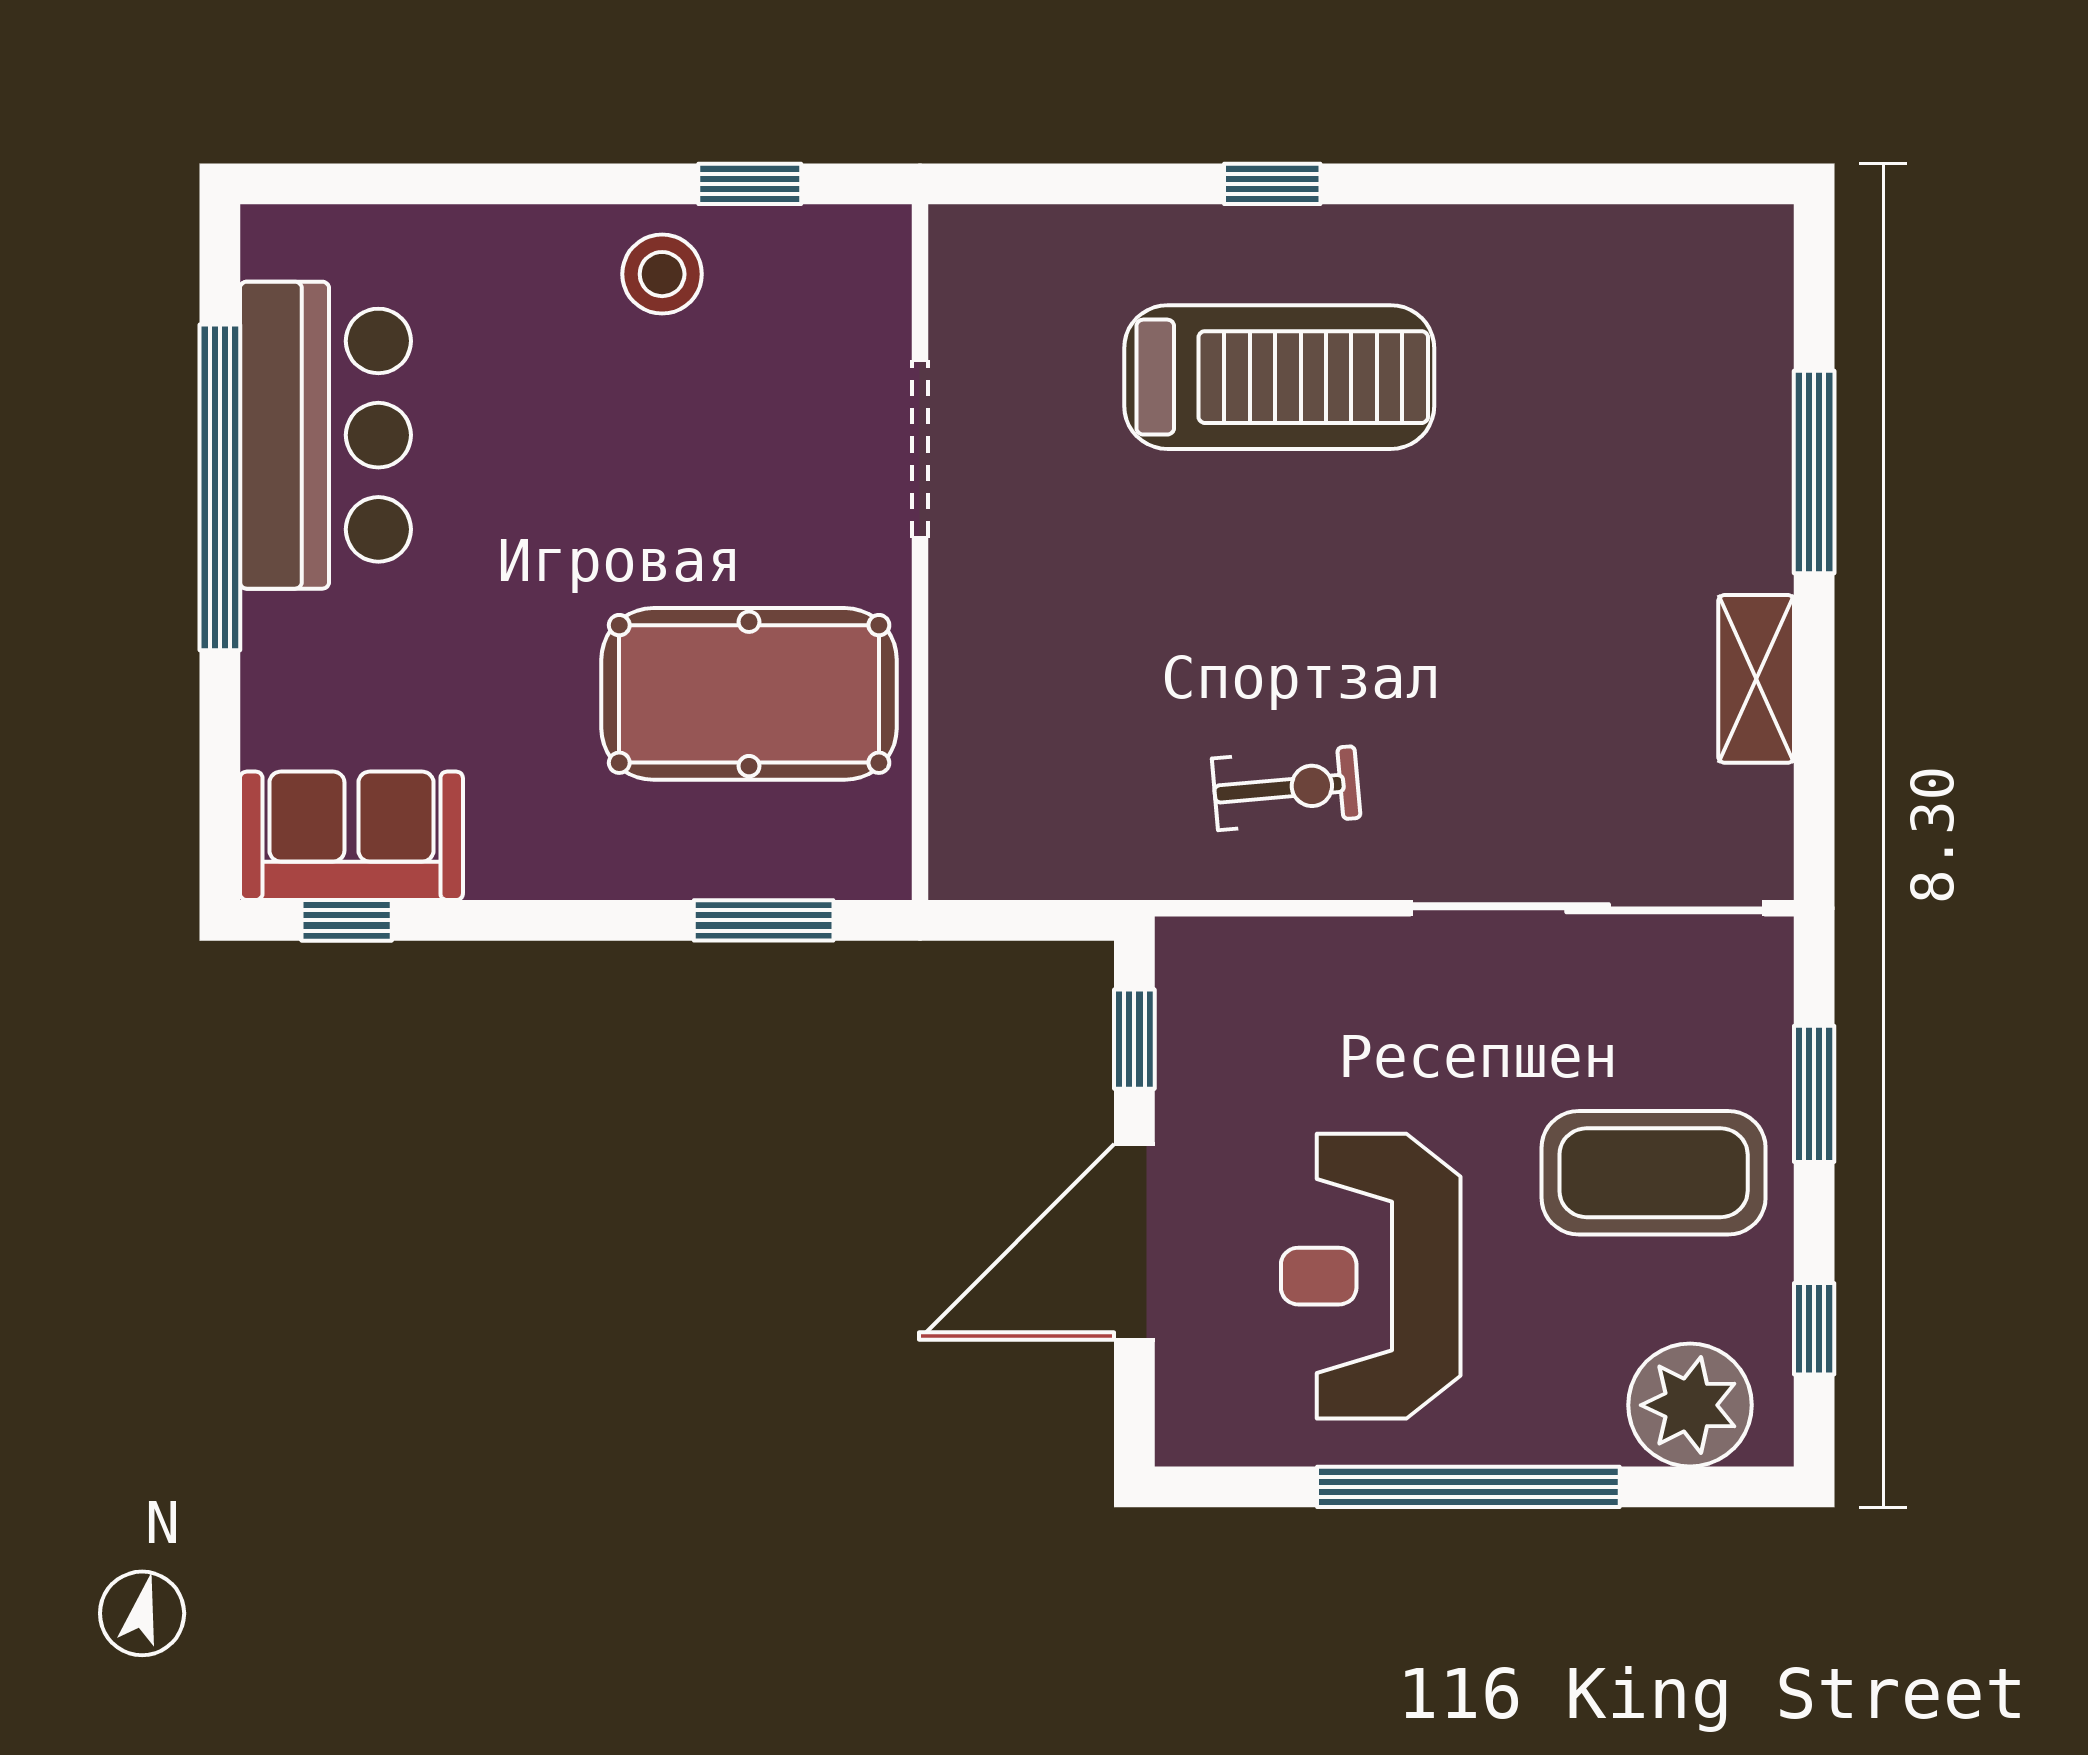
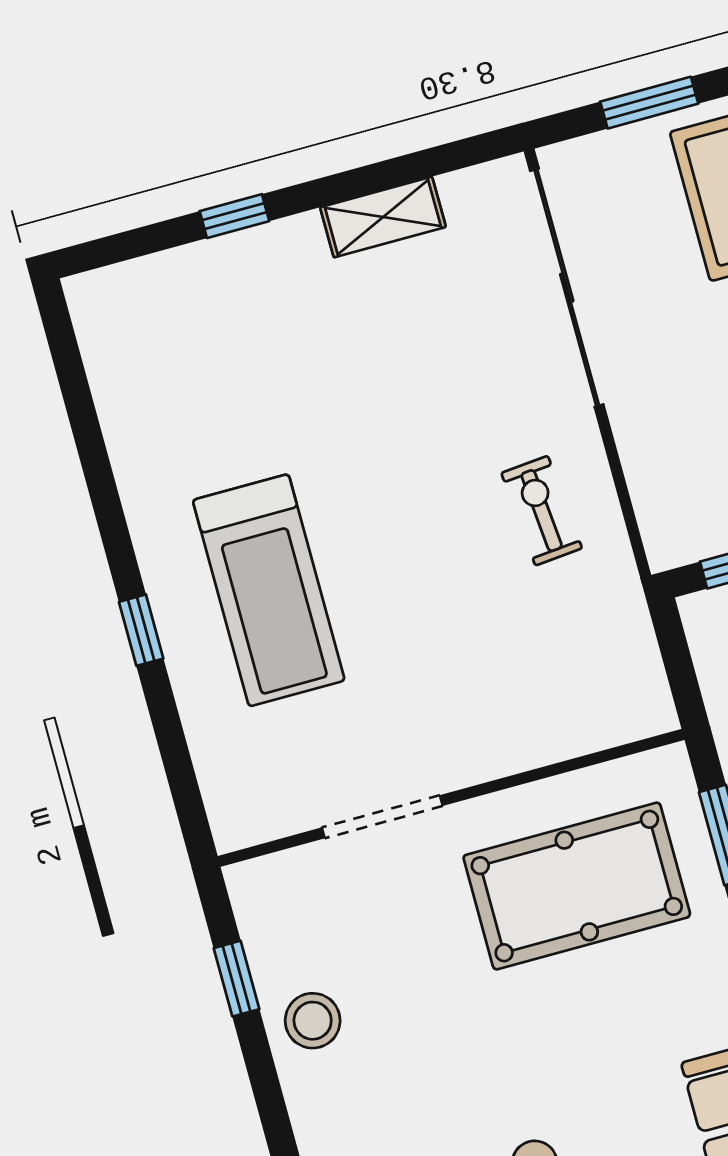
treadmill: (1279, 377) -> (269, 590), turned 180
window: (1814, 472) -> (234, 216), width x0.46
pool table: (749, 694) -> (577, 886), turned 90

